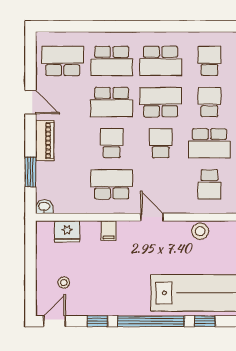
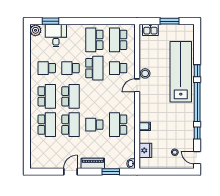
school desk: (63, 61) -> (47, 153), removed
school desk: (161, 102) -> (71, 96), turned 180
school desk: (161, 143) -> (94, 96), removed
school desk: (210, 184) -> (118, 68), turned 180
door: (152, 217) -> (137, 85), moved

